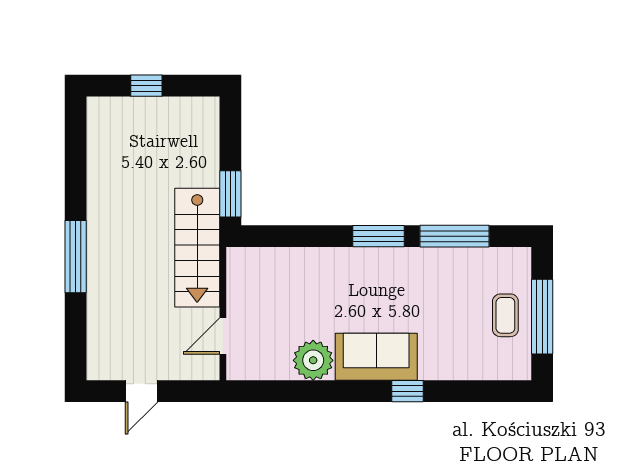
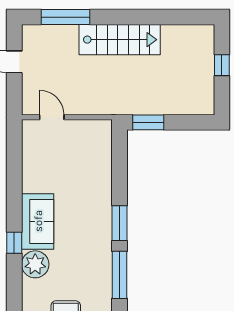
stairs: (197, 248) -> (120, 40), moved, turned 180
window: (76, 257) -> (66, 17), moved
plant: (313, 360) -> (35, 264), moved

